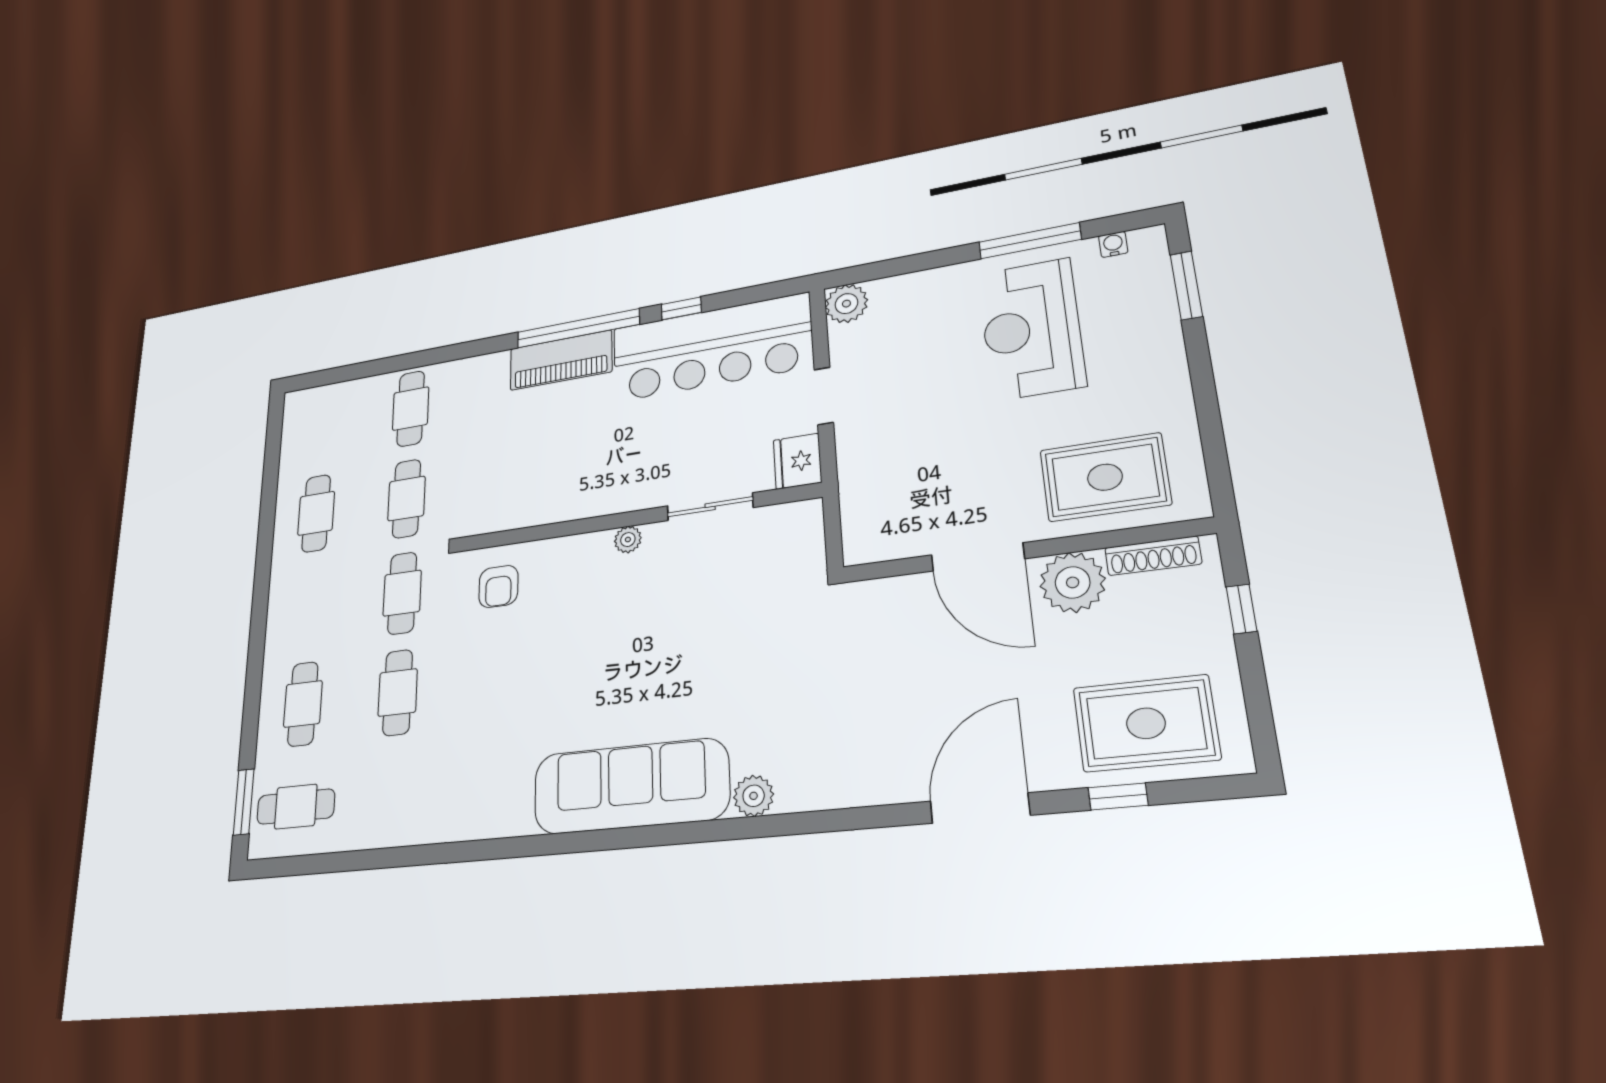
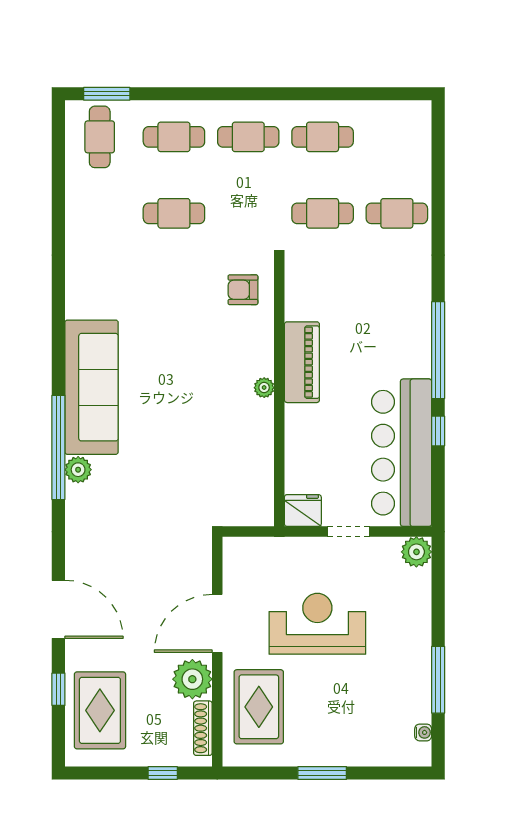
window: (1186, 285) -> (322, 773), moved
reception desk: (1031, 329) -> (317, 624), moved
piano: (561, 360) -> (302, 362), moved, turned 180
sliding door: (710, 507) -> (279, 448), removed
cafe table: (402, 593) -> (248, 137), moved
window: (721, 830) -> (58, 447), added

